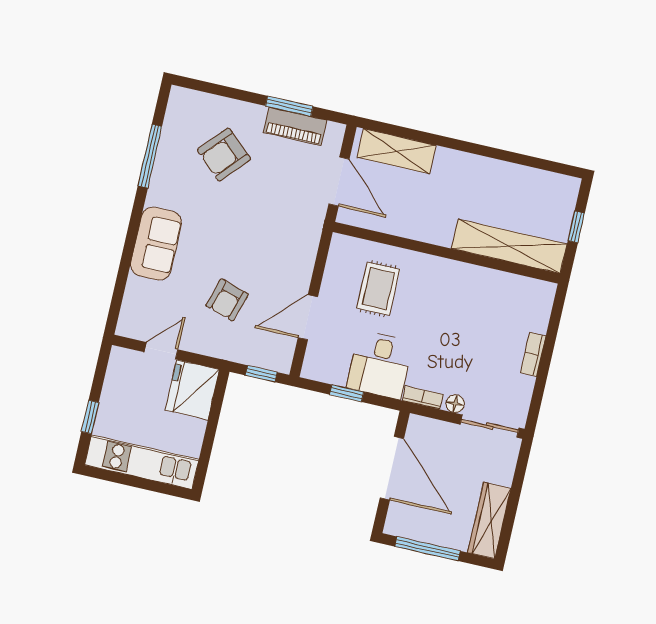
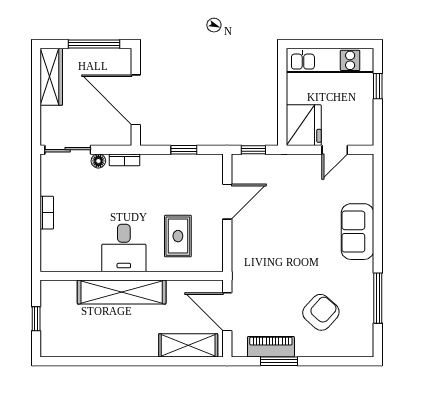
shelving: (509, 246) -> (122, 292), moved
armchair: (227, 300) -> (293, 201), removed
desk: (380, 365) -> (124, 248), moved, turned 180

